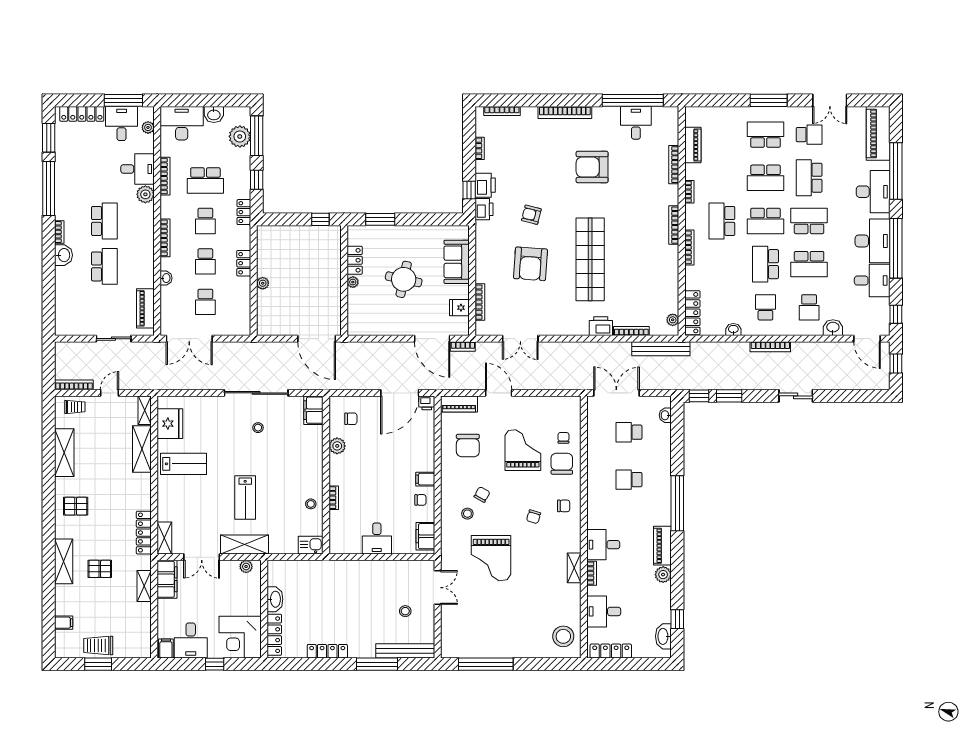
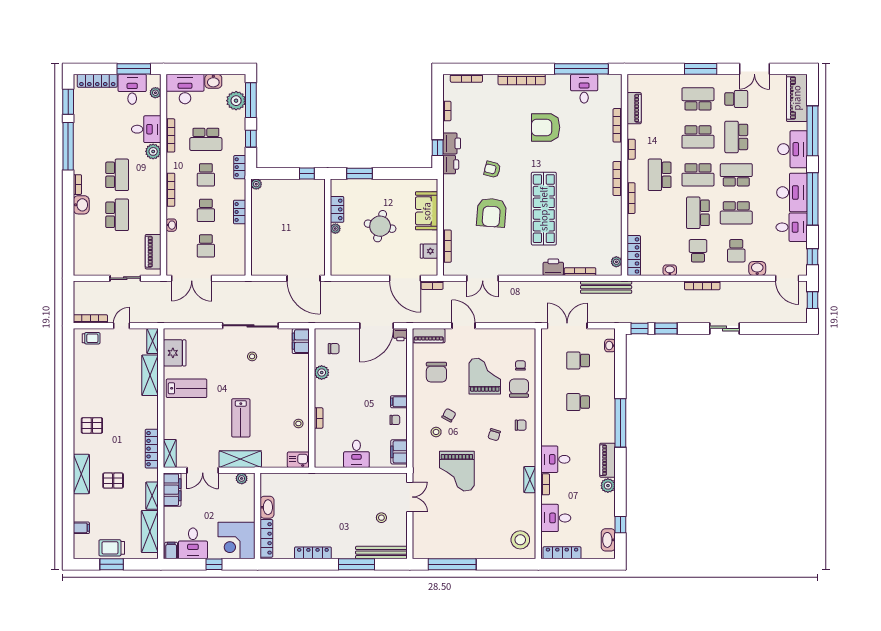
plant: (263, 283) -> (256, 184), moved
shelving: (64, 453) -> (150, 532), moved

